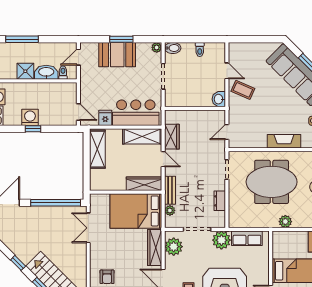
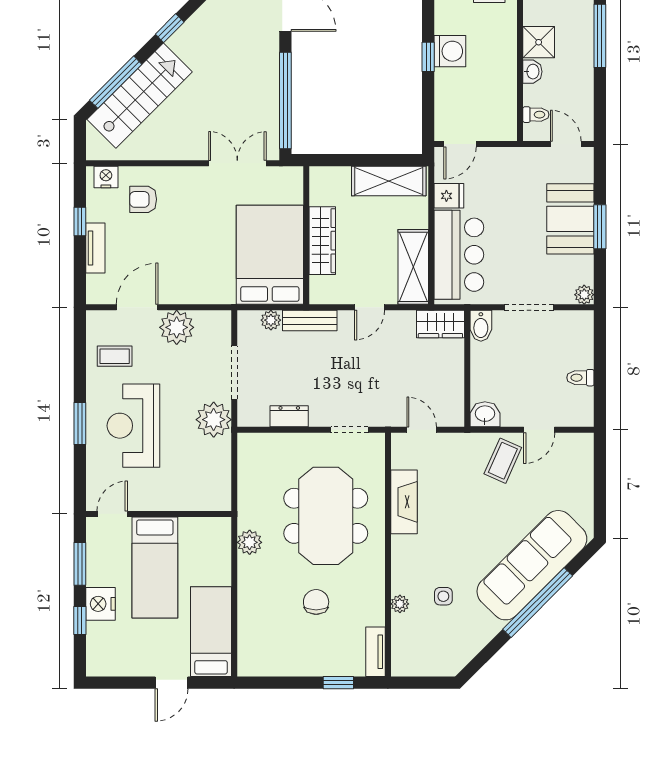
bidet: (173, 48) -> (481, 326), moved
washbasin: (46, 72) -> (532, 72), width x0.52, depth x0.69
wardrobe: (172, 137) -> (440, 324), moved
fireplace: (284, 141) -> (404, 502), moved
wardrobe: (144, 184) -> (322, 241), moved
row of seats: (247, 238) -> (217, 469), removed
wardrobe: (155, 247) -> (200, 291), removed
plant: (174, 247) -> (177, 327), moved

